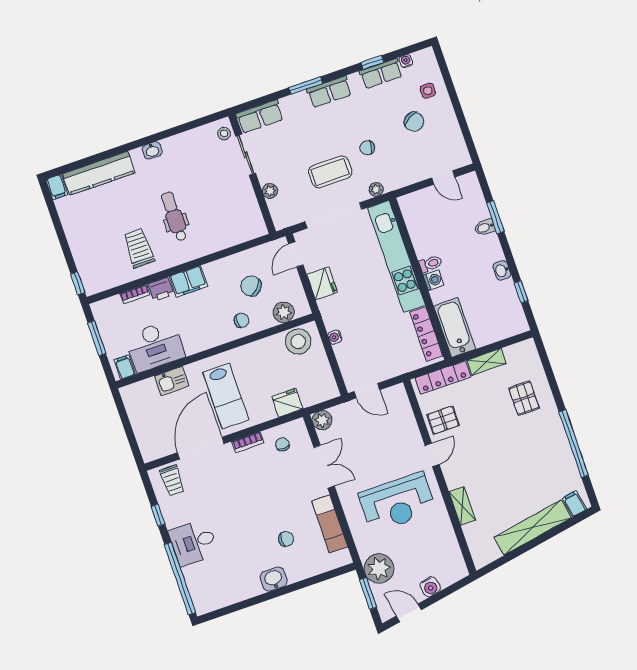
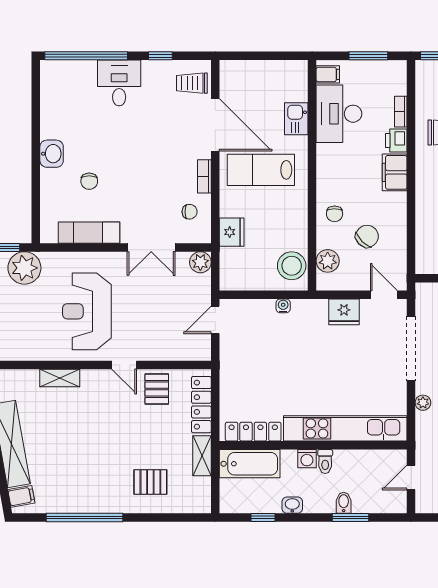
kitchen unit: (396, 256) -> (345, 428), moved
toilet: (430, 264) -> (325, 461), moved
wall: (420, 279) -> (313, 445), moved
washing machine: (433, 280) -> (307, 459), moved
bathtub: (455, 327) -> (250, 464), moved
locker: (426, 334) -> (253, 432), moved

